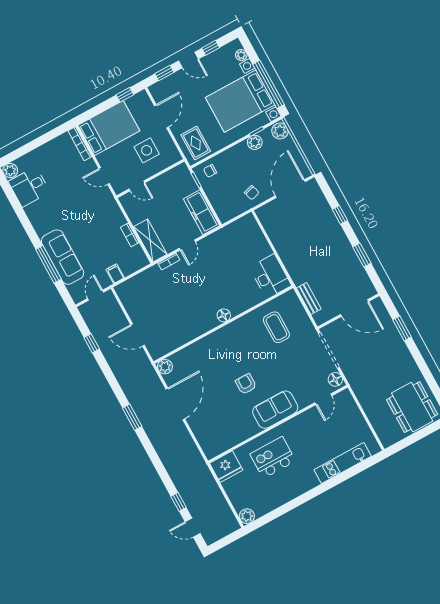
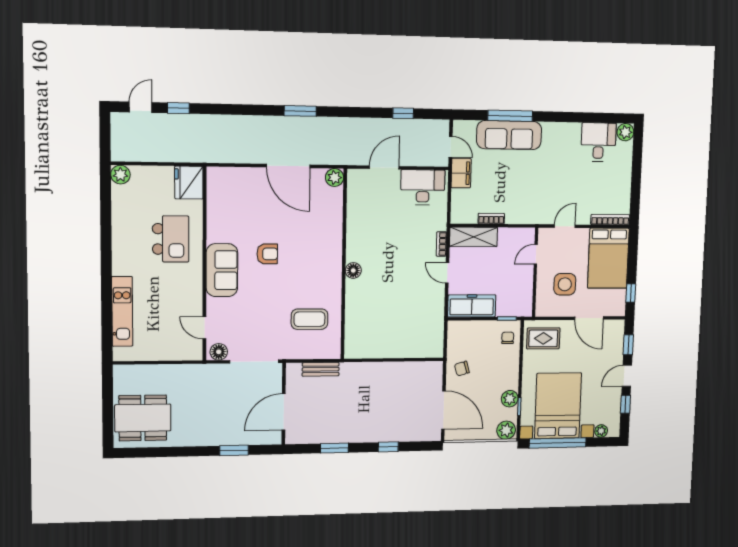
filing cabinet: (115, 274) -> (461, 173), width x2.00
desk: (270, 276) -> (423, 187), moved, turned 180

